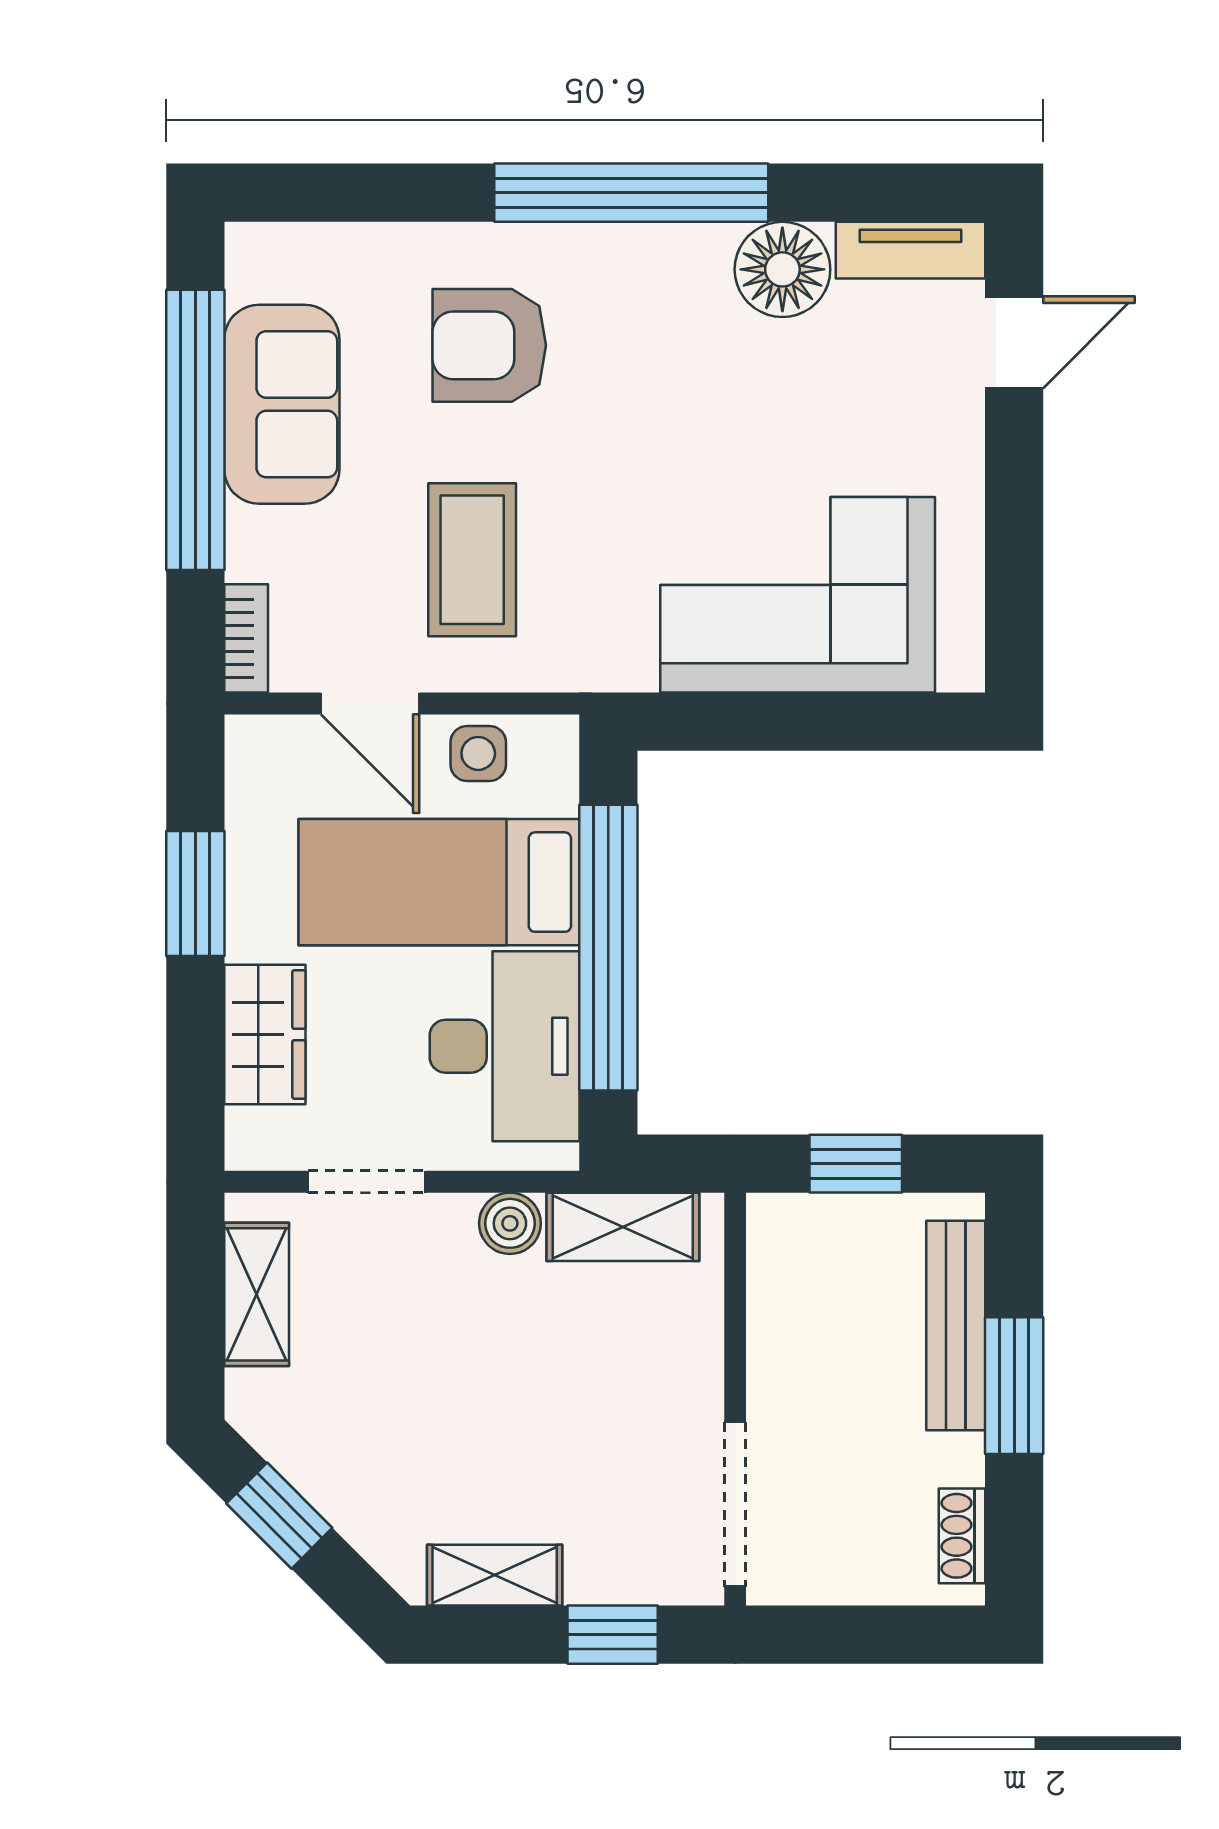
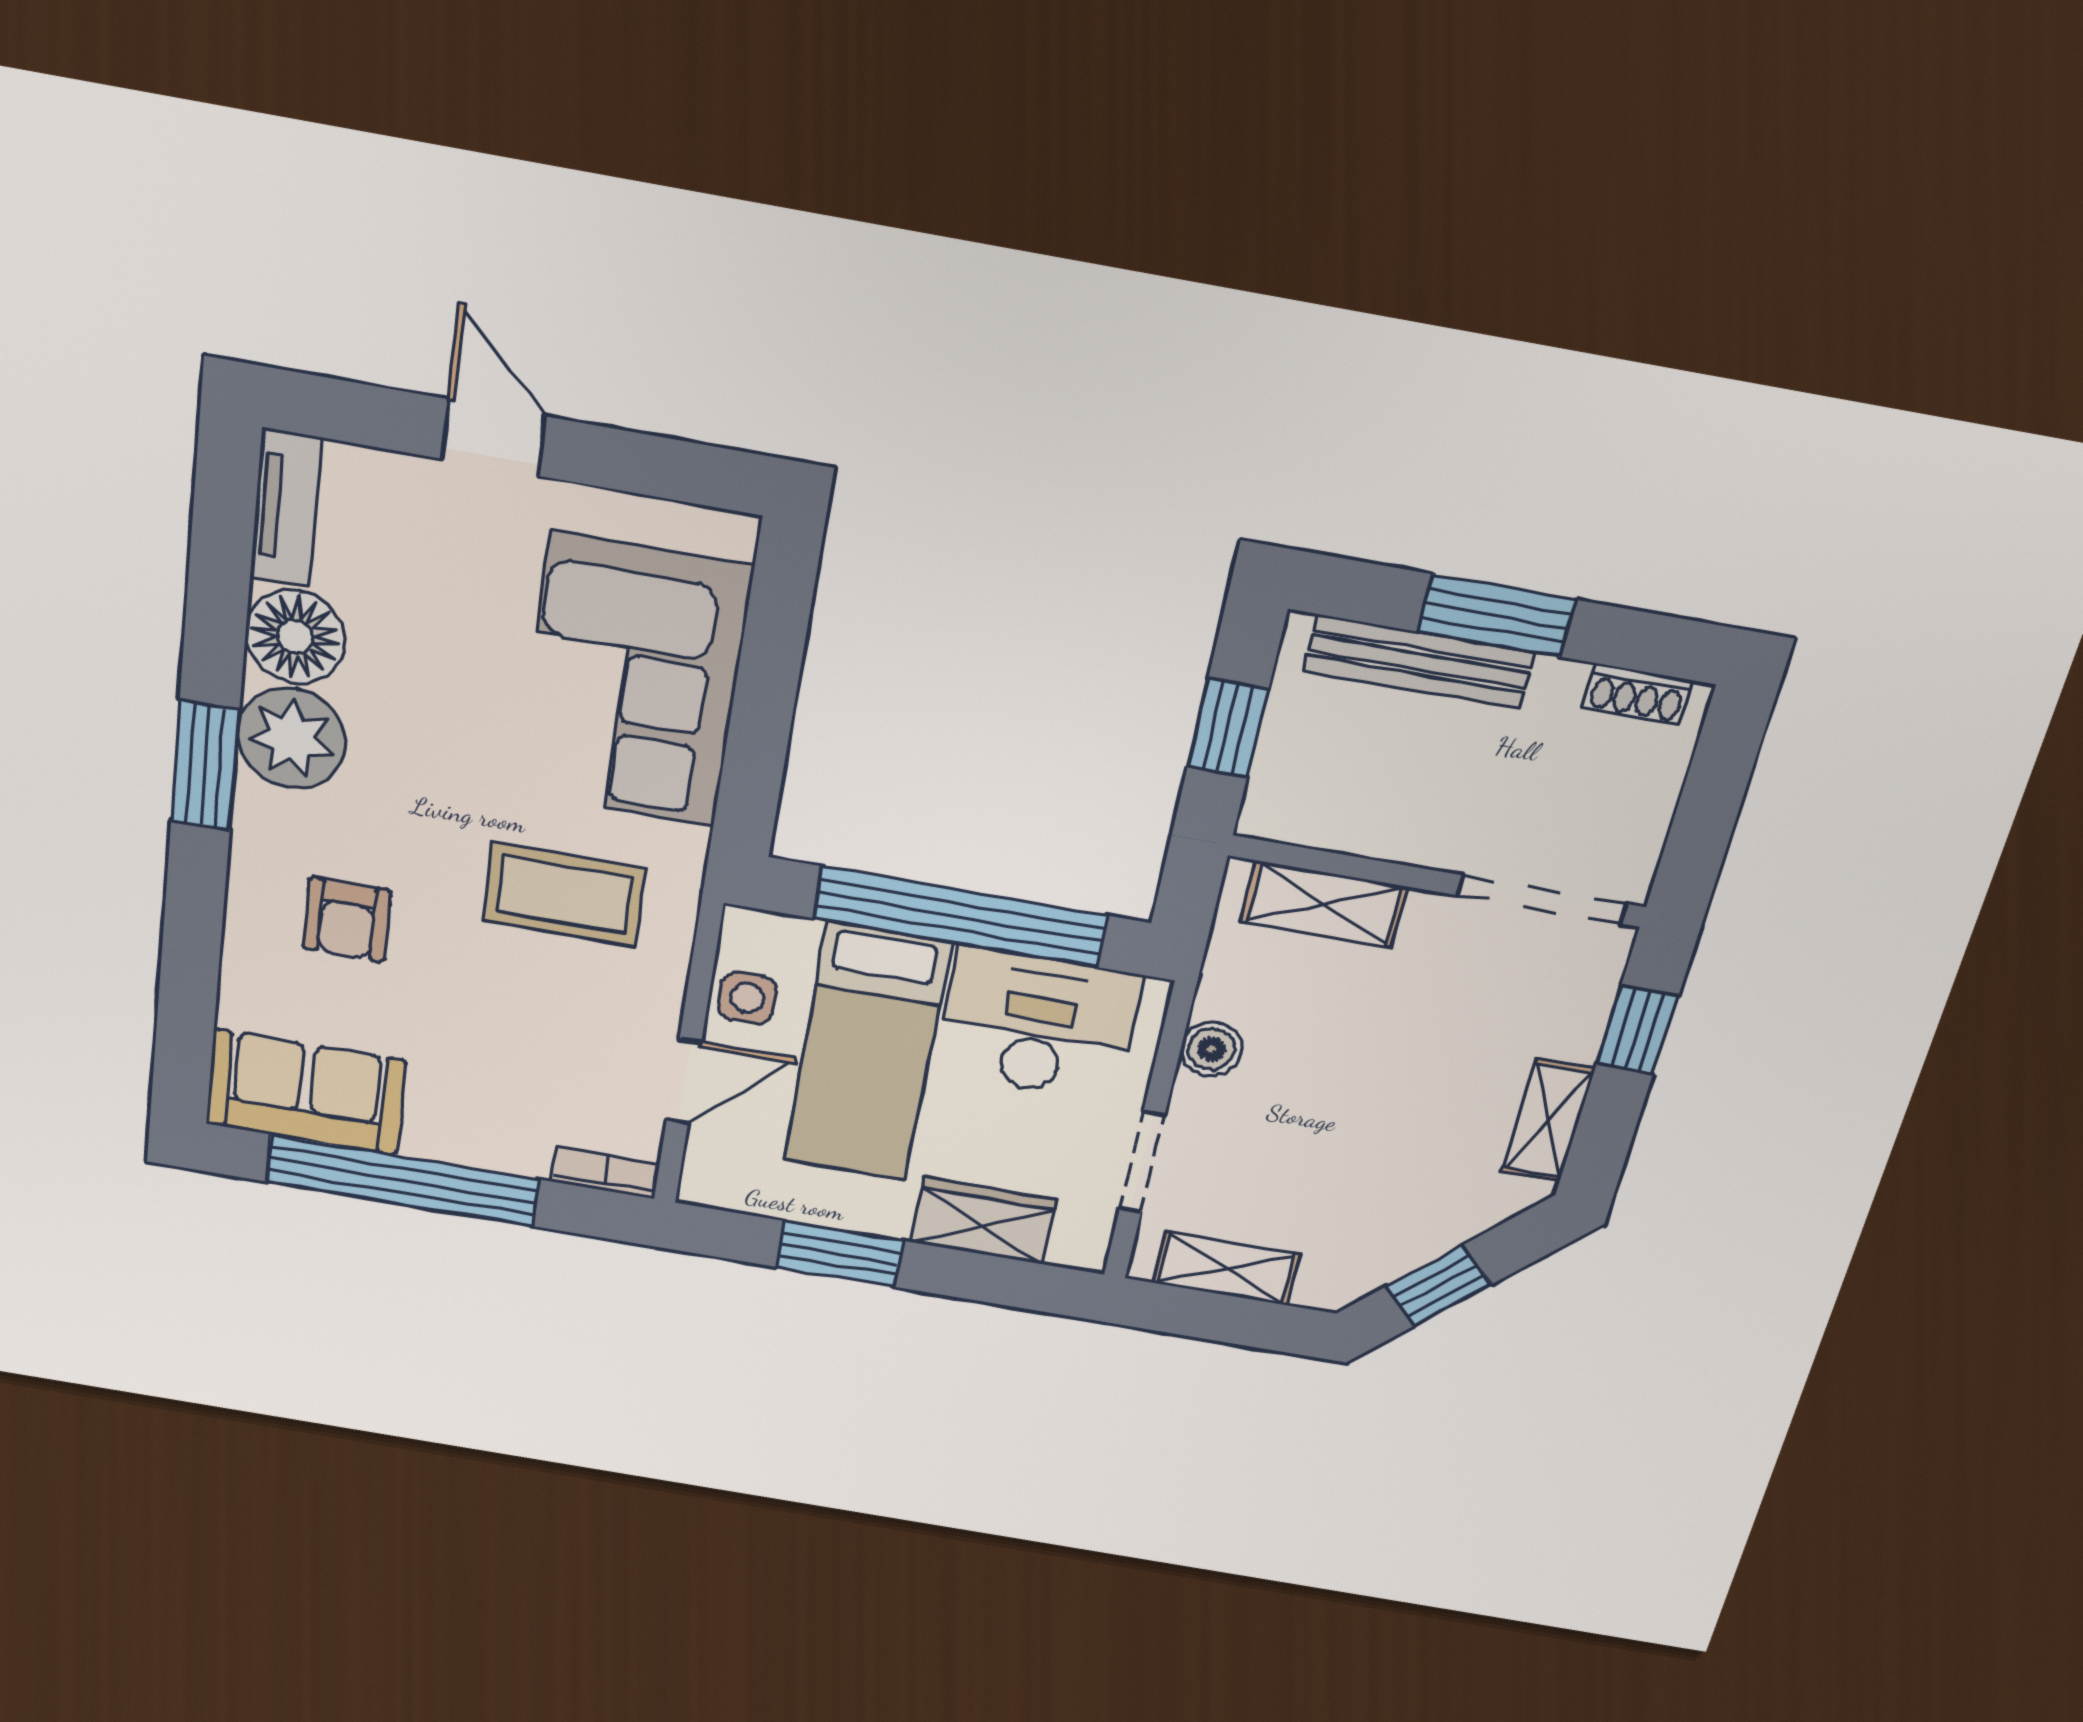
window: (631, 193) -> (205, 765), width x0.47
plant: (676, 274) -> (292, 738), added
door: (1014, 342) -> (494, 438), moved
armchair: (489, 345) -> (347, 919), width x0.72, depth x0.72
sofa: (282, 404) -> (306, 1092), moved
coffee table: (472, 560) -> (564, 895), moved
shelving: (623, 1227) -> (1324, 904), moved, turned 90

